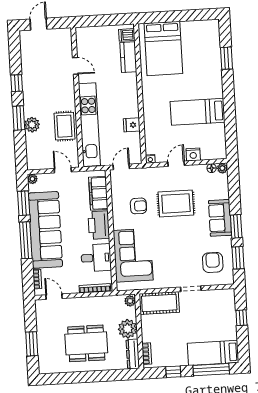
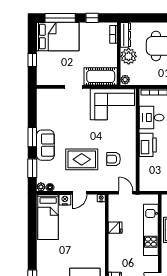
bed: (198, 112) -> (48, 217), moved, turned 90
kitchen unit: (89, 125) -> (151, 230), width x0.73
door: (121, 167) -> (126, 193), swing flipped
filing cabinet: (98, 193) -> (147, 172), removed
corner sofa: (133, 255) -> (112, 104), moved, turned -90
window: (238, 258) -> (32, 168), moved
armchair: (213, 262) -> (54, 108), removed
bed: (213, 353) -> (58, 37), width x1.50

